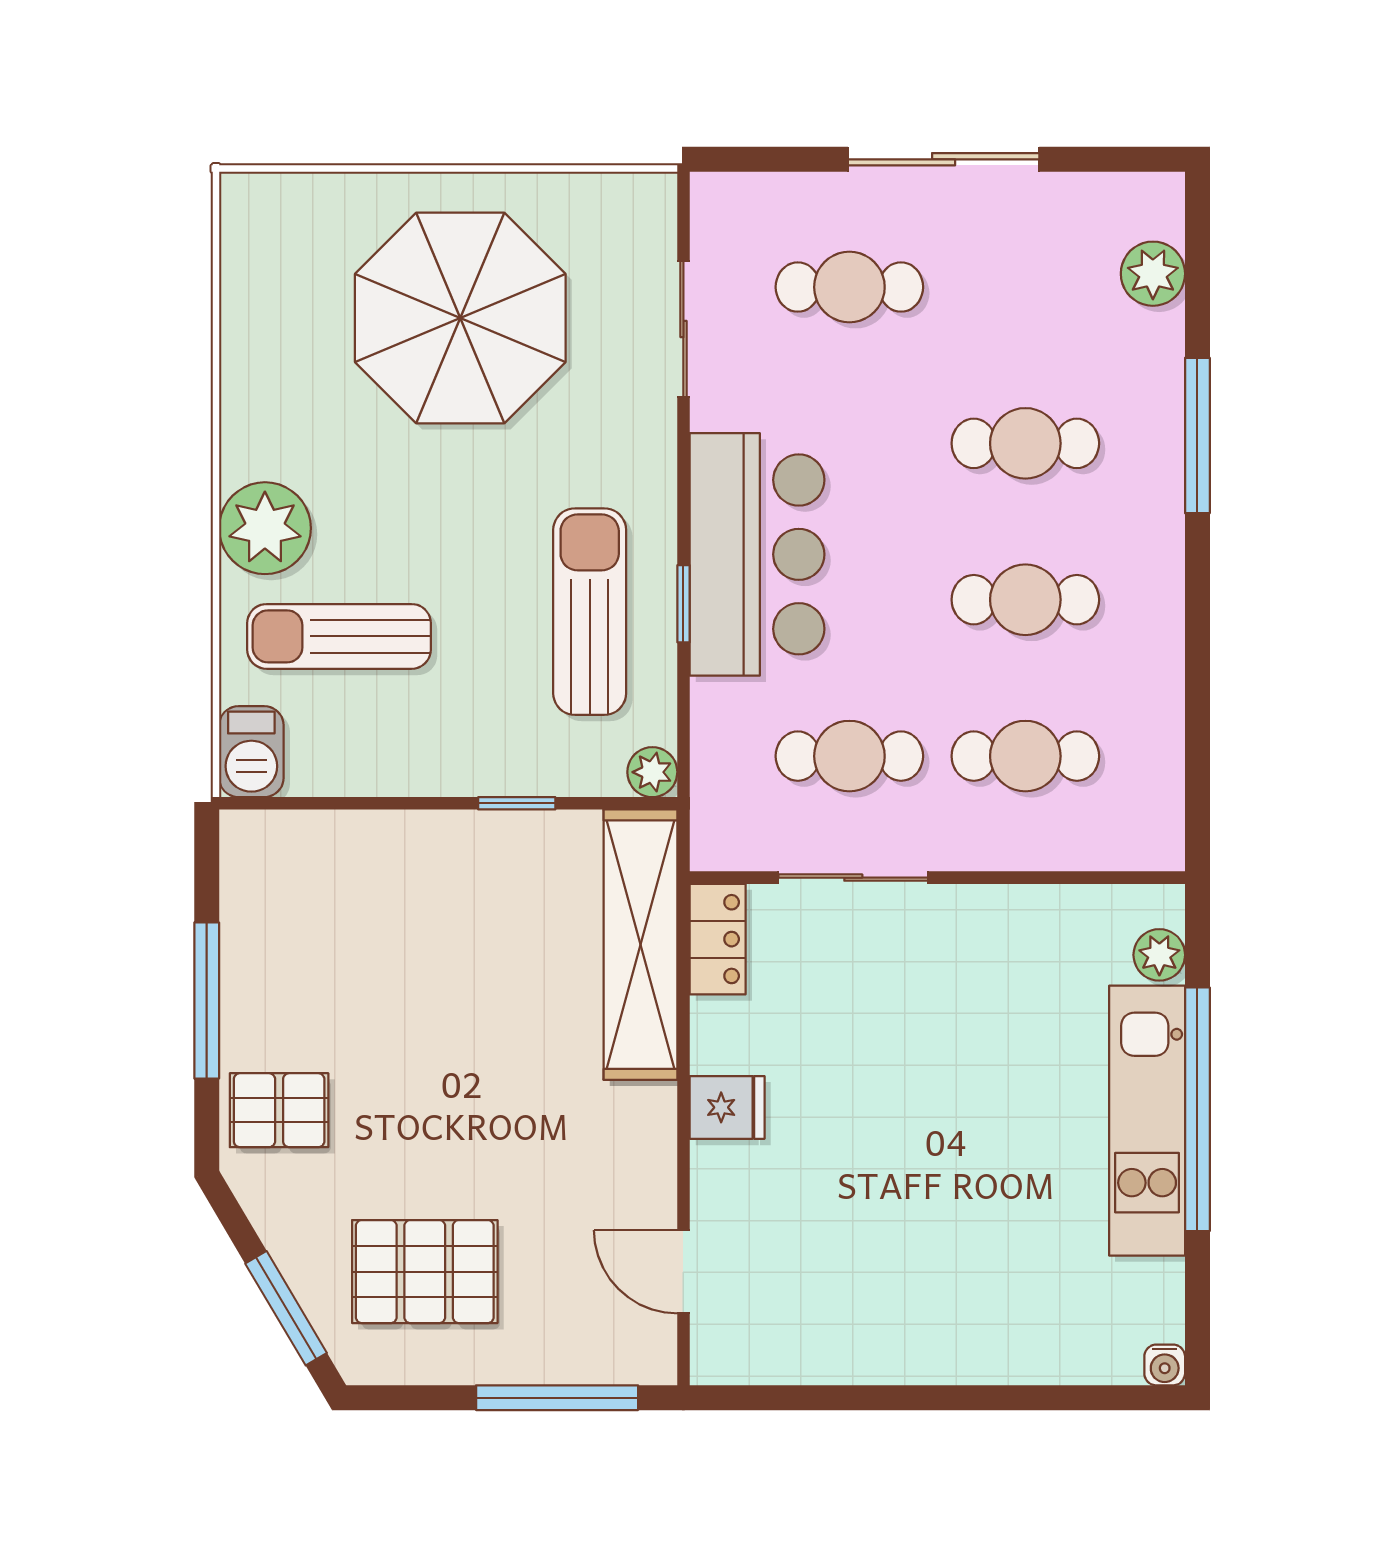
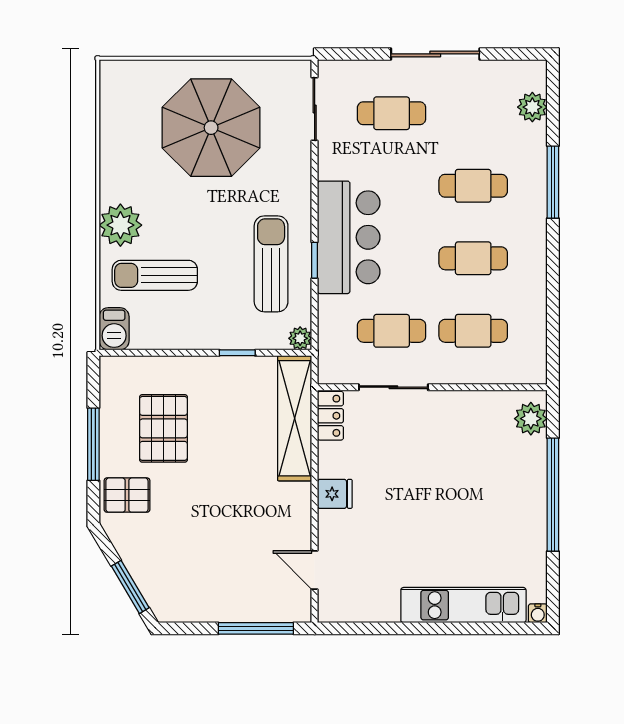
sliding door: (683, 329) -> (315, 109), moved
plant: (1159, 955) -> (531, 419), width x1.38, depth x1.38
kitchen unit: (1147, 1121) -> (463, 605), moved, turned 90
pallet: (425, 1272) -> (163, 428), moved, turned 90

